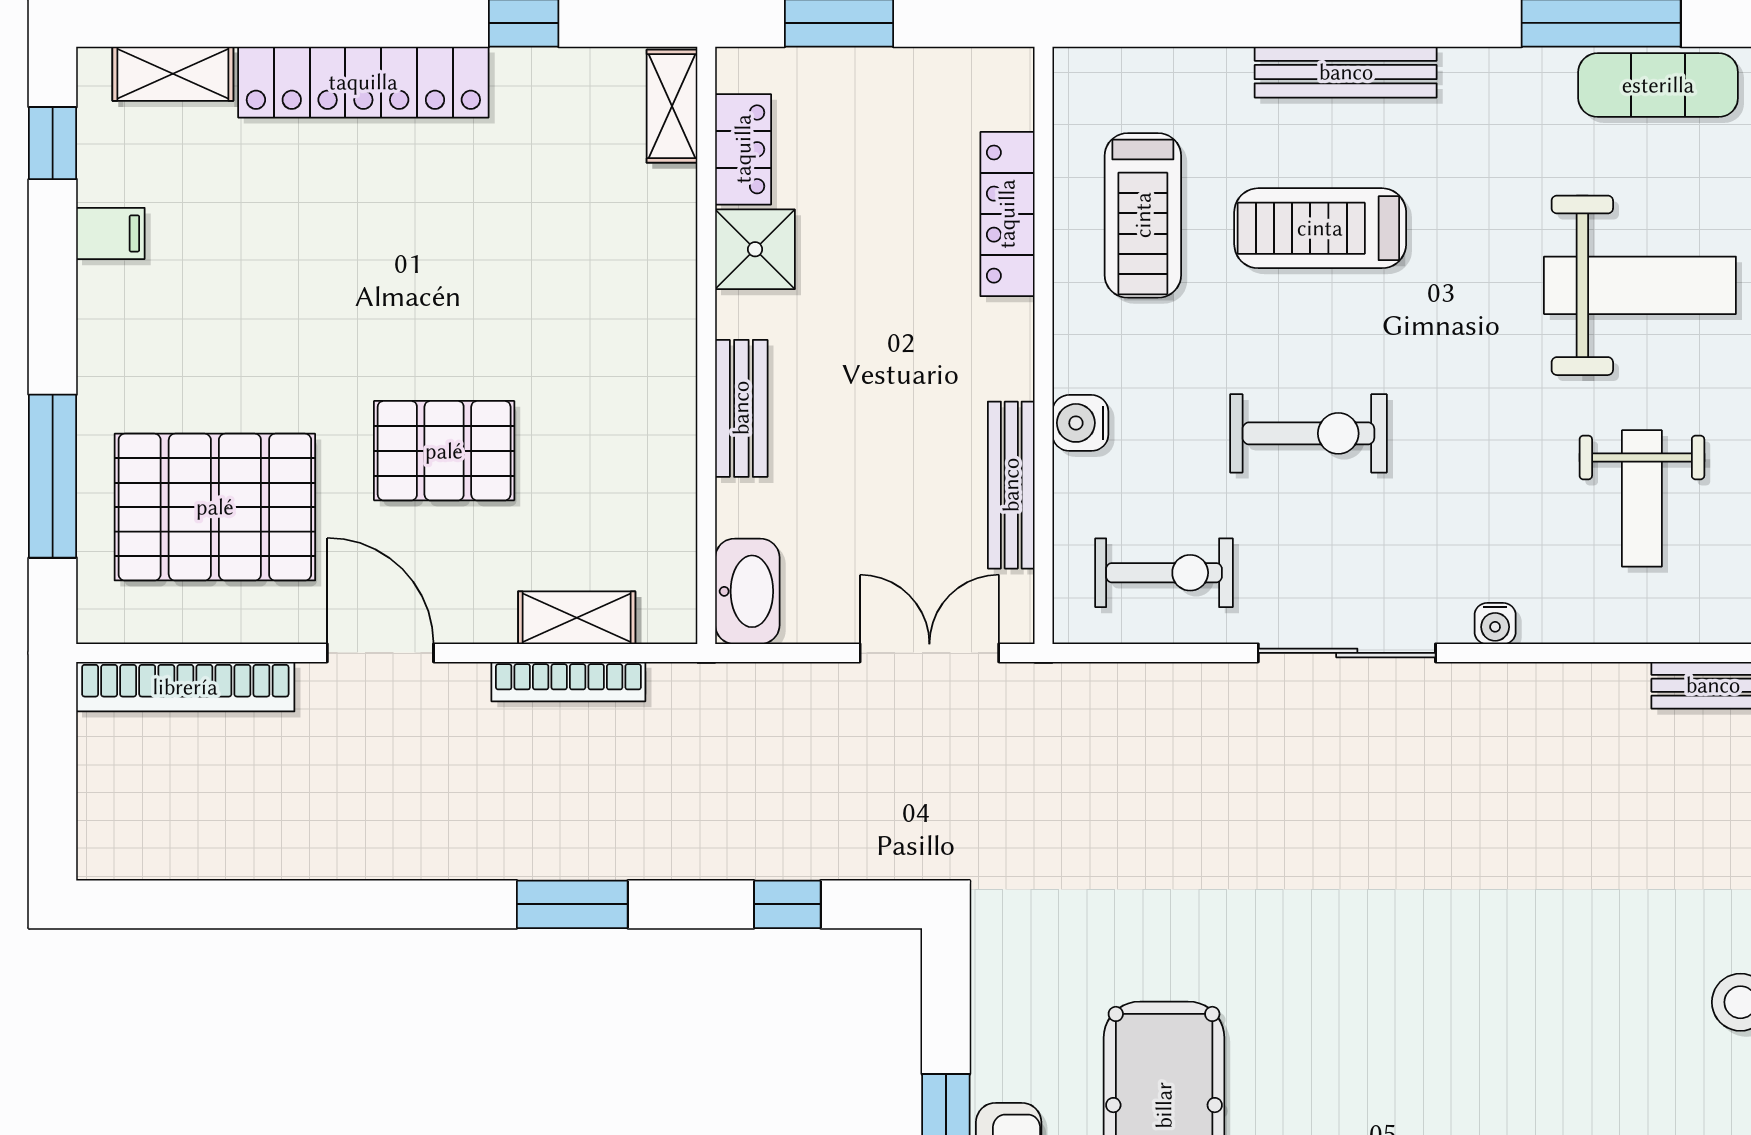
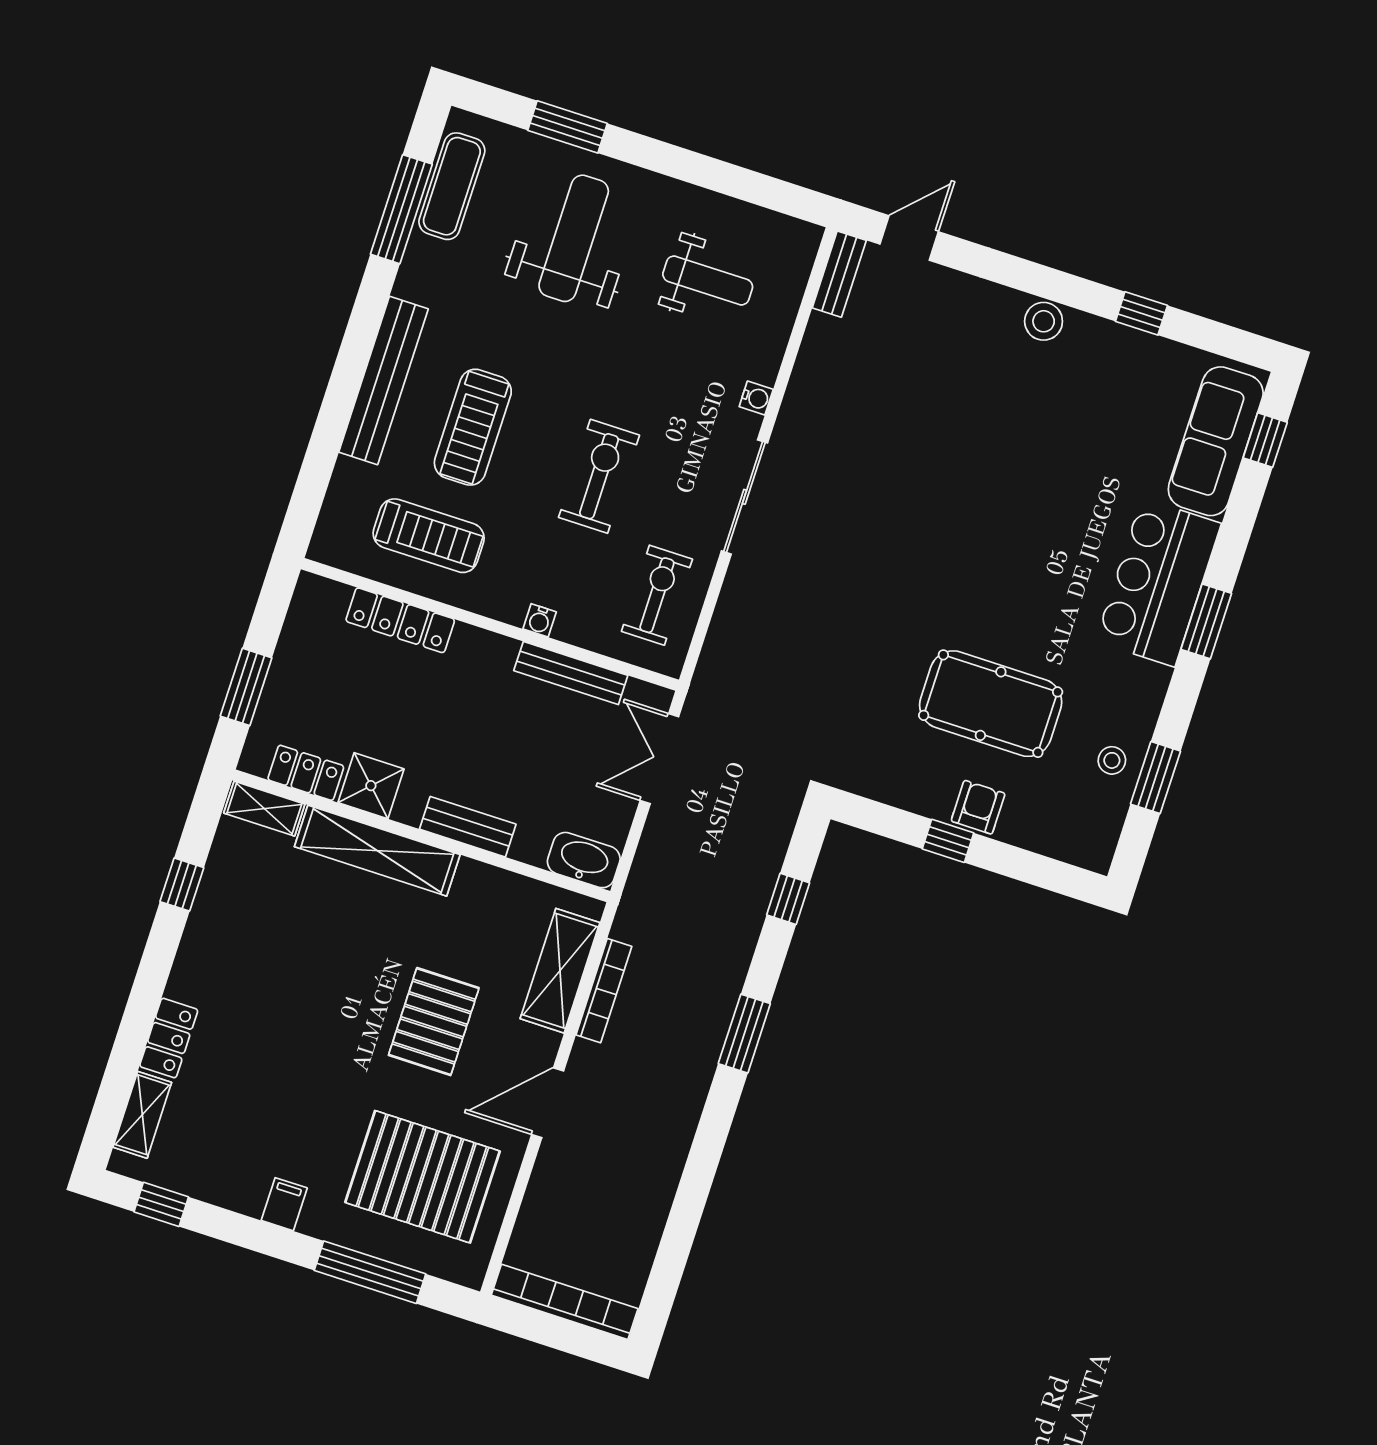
bench: (1346, 72) -> (384, 380), width x1.37, depth x1.21
locker: (363, 82) -> (169, 1038), width x0.46, depth x0.83
filing cabinet: (110, 233) -> (284, 1204), moved
shelving: (664, 289) -> (377, 851), added
water cooler: (1080, 423) -> (540, 620), width x0.72, depth x0.72
pallet: (215, 507) -> (422, 1177), turned 90
shelving: (577, 618) -> (560, 971), width x1.50, depth x1.33
bookcase: (185, 687) -> (565, 1302), moved, turned -90

